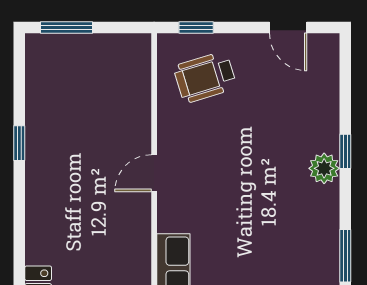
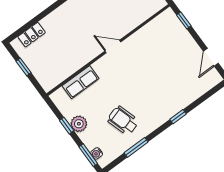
wheelchair: (205, 77) -> (123, 121), moved
plant: (324, 168) -> (165, 113), removed

